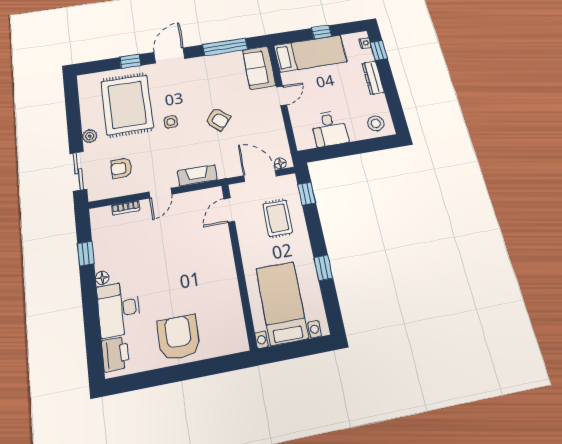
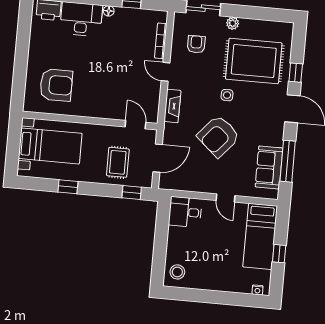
window: (379, 50) -> (246, 300), removed
sofa: (259, 68) -> (269, 167), moved, turned -90
dresser: (373, 78) -> (221, 285), removed
armchair: (218, 119) -> (218, 136), width x1.88, depth x1.88
desk: (329, 129) -> (185, 212), moved
floor lamp: (280, 163) -> (164, 178), removed
bookcase: (126, 208) -> (161, 41), width x1.56
rug: (278, 218) -> (118, 162), turned 90
armchair: (179, 337) -> (56, 85), moved

